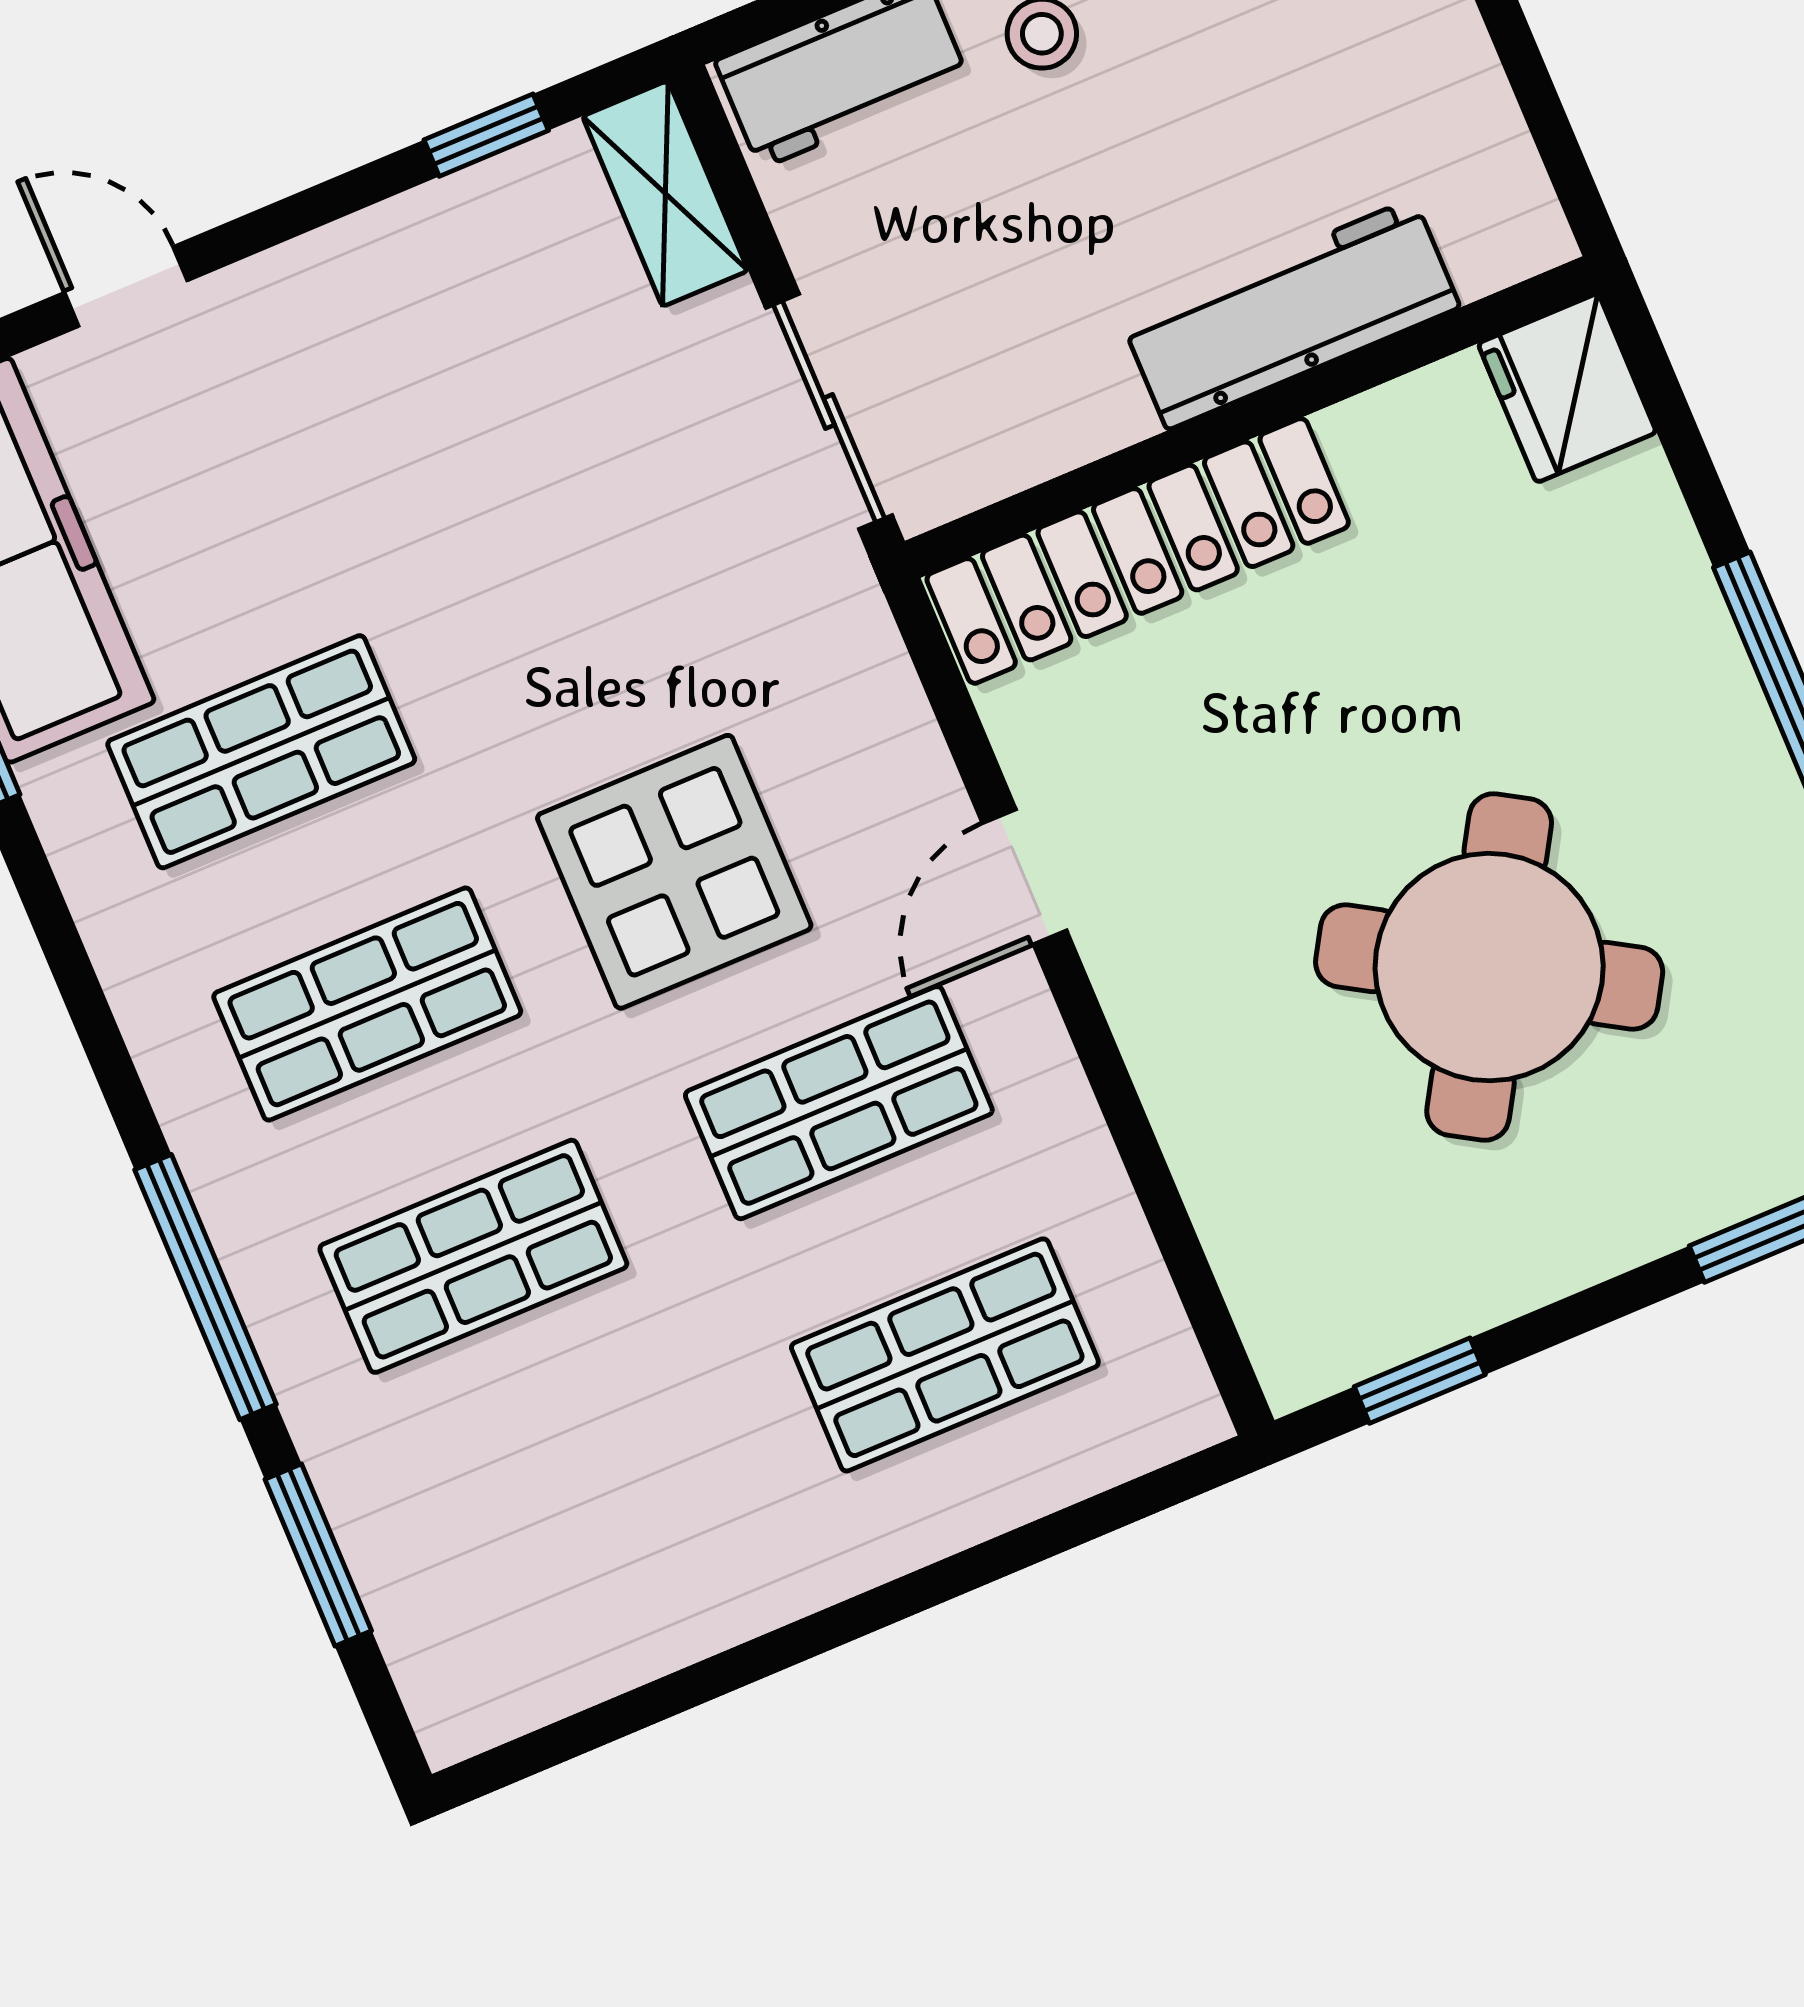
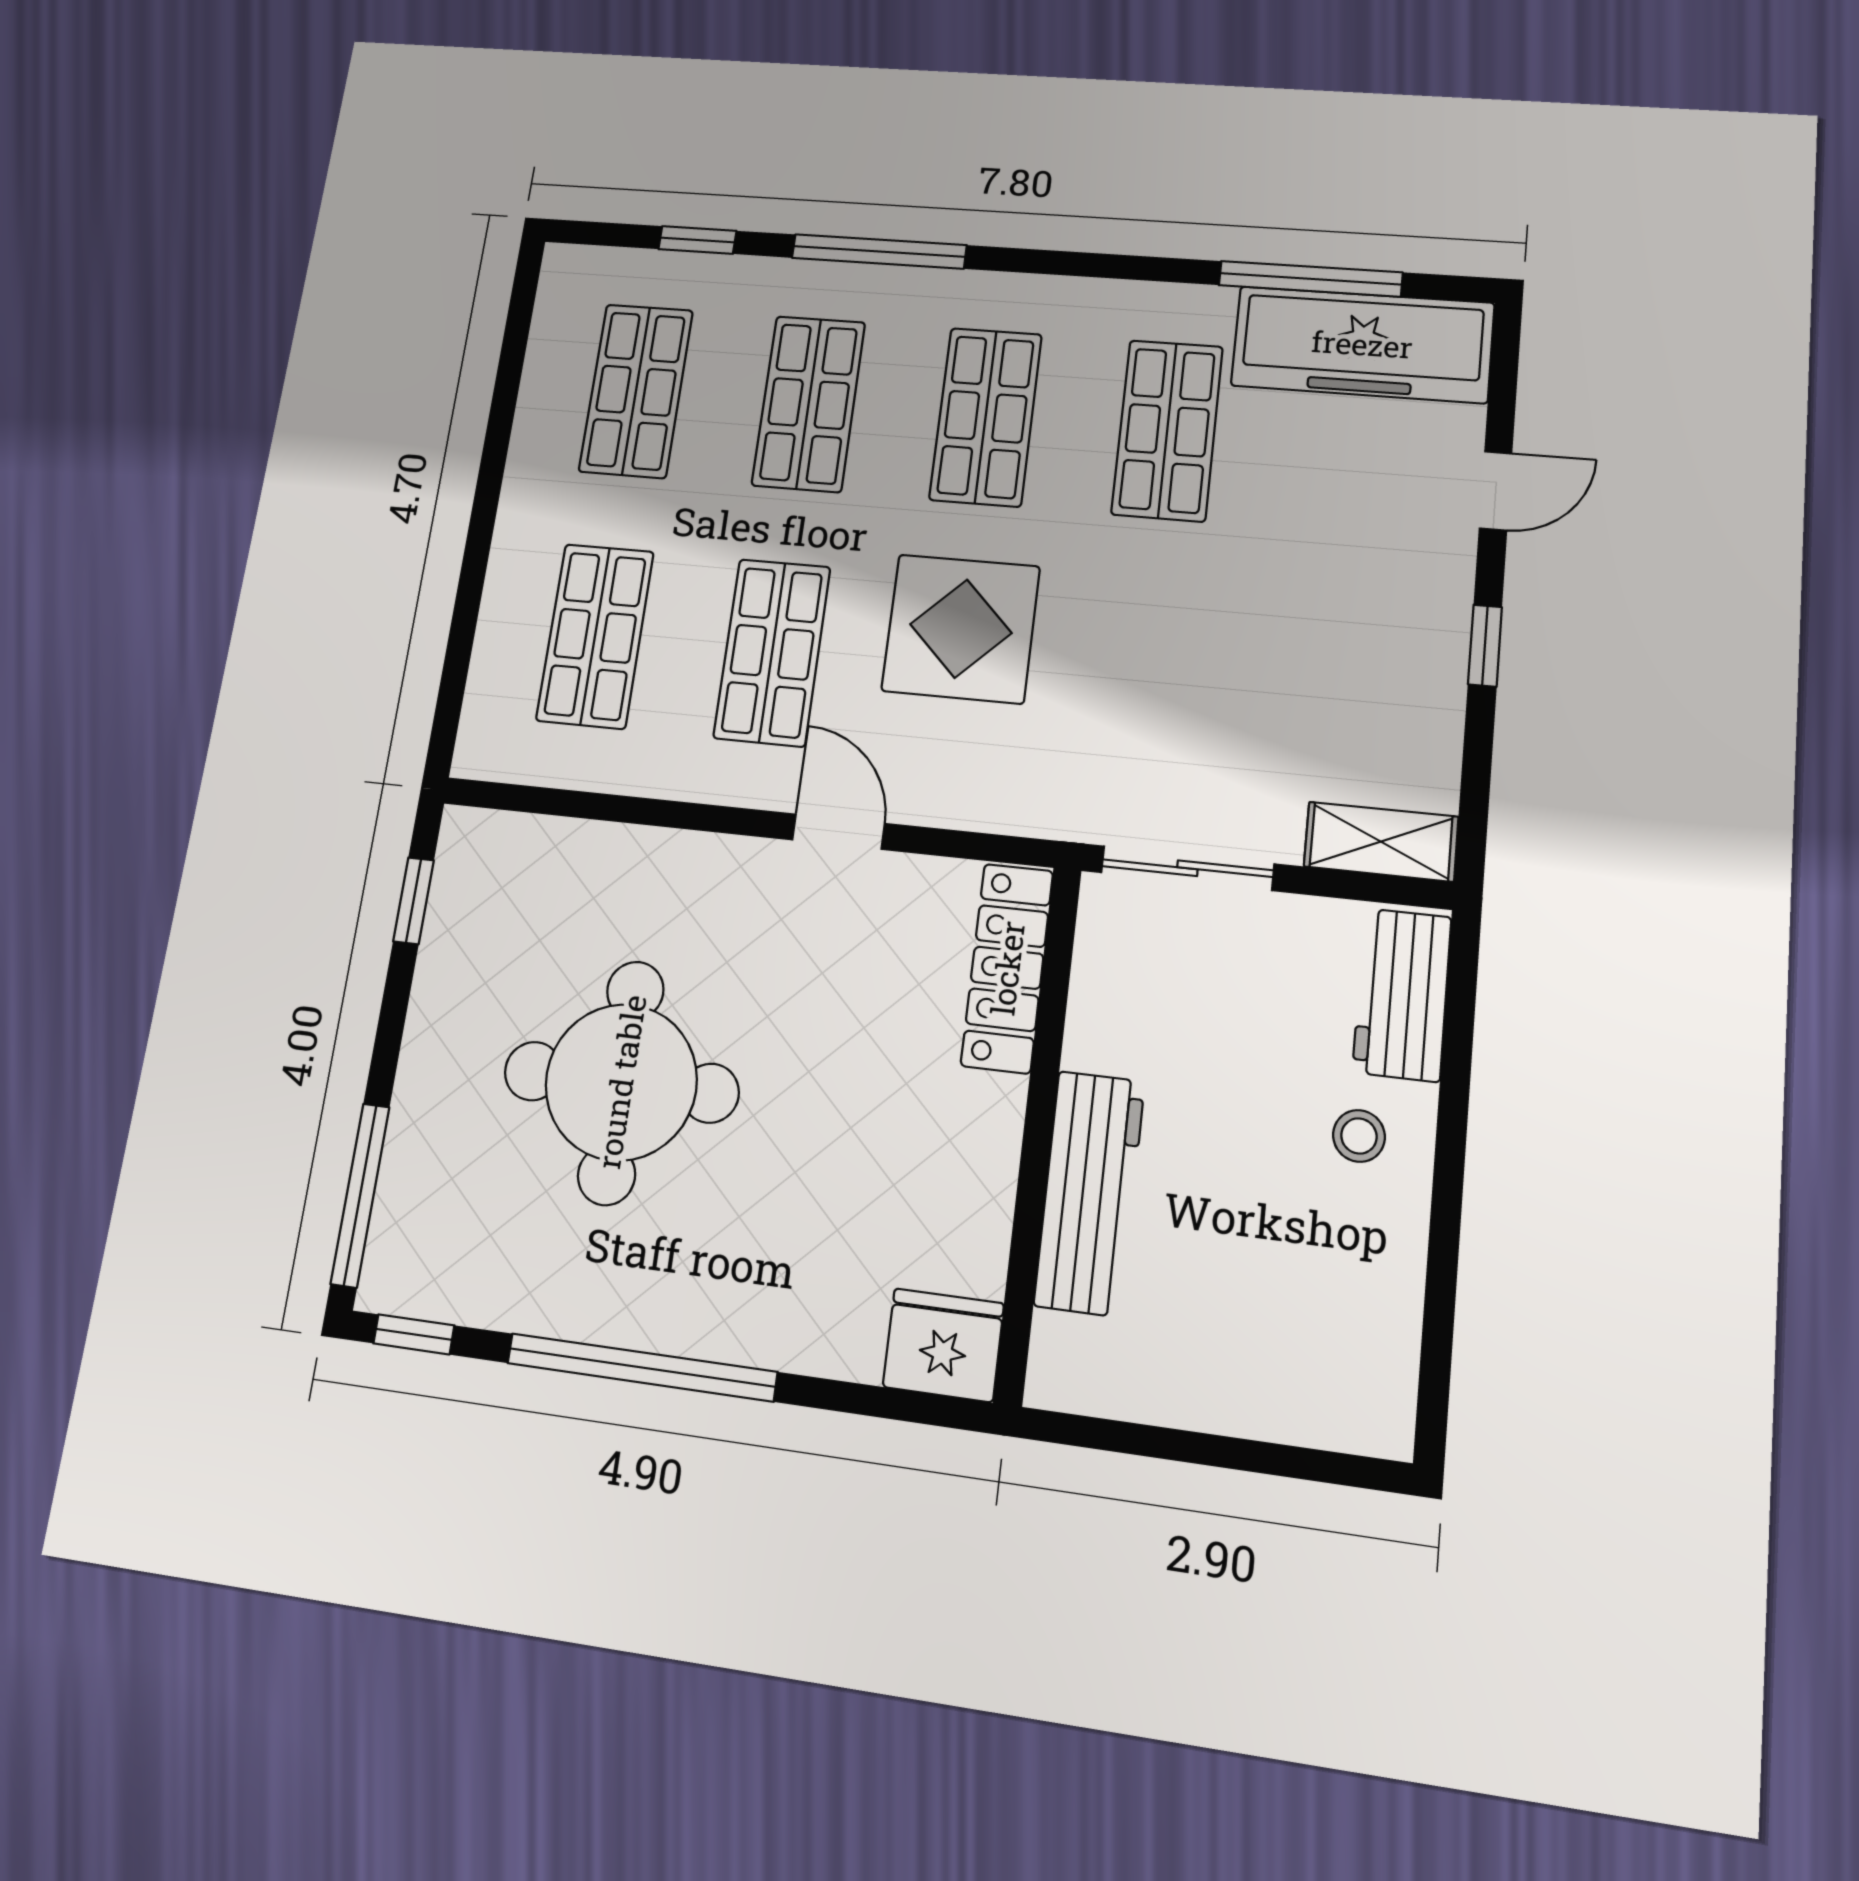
window: (486, 135) -> (1485, 646), moved
locker: (1138, 551) -> (1007, 968), width x0.71, depth x0.83
round table: (1489, 967) -> (621, 1082), turned -31
shop shelf: (579, 1509) -> (636, 391), added
window: (318, 1555) -> (697, 240), width x0.67

